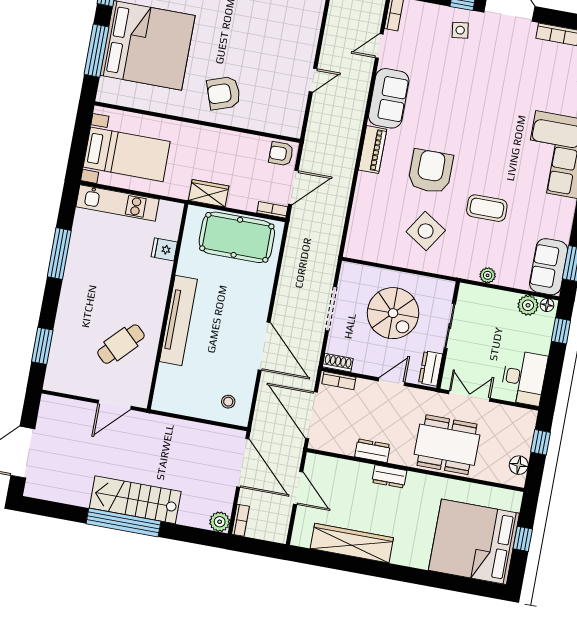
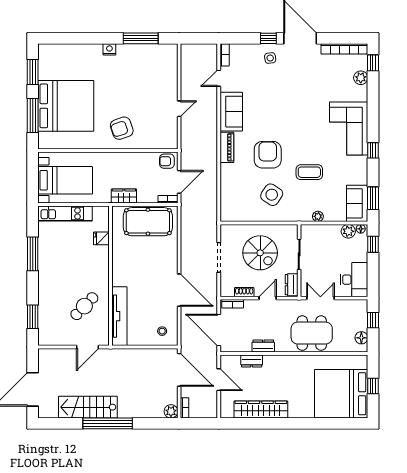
tv unit: (178, 320) -> (119, 316), moved
shoe rack: (338, 363) -> (244, 292), moved
dresser: (389, 476) -> (252, 361), moved
stairs: (135, 500) -> (88, 407), moved

